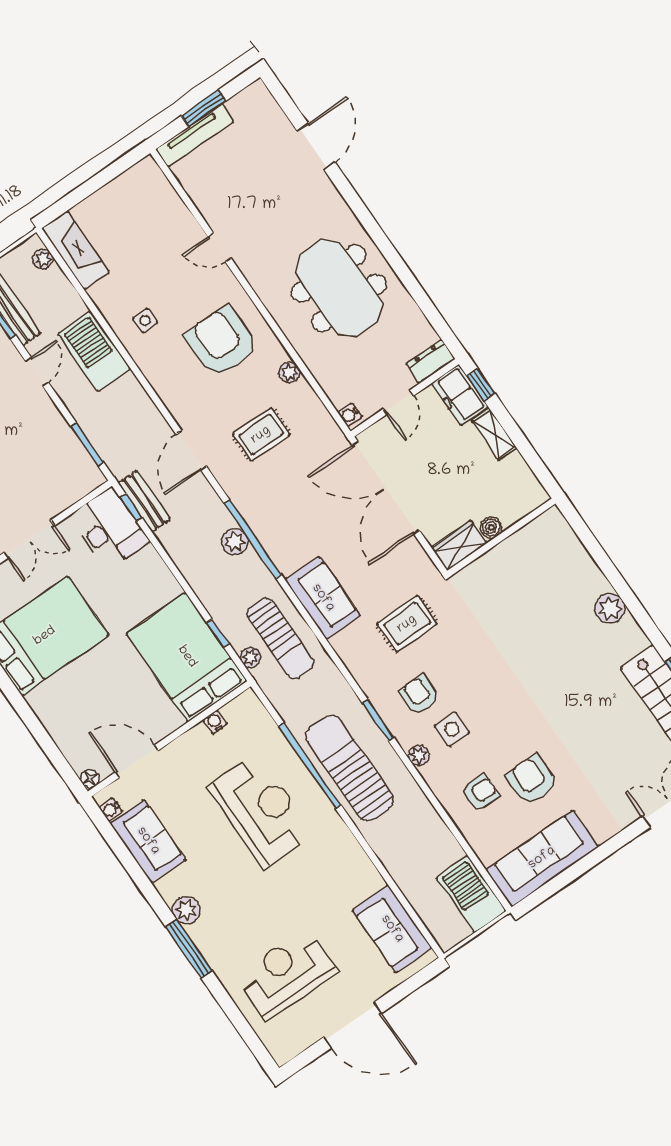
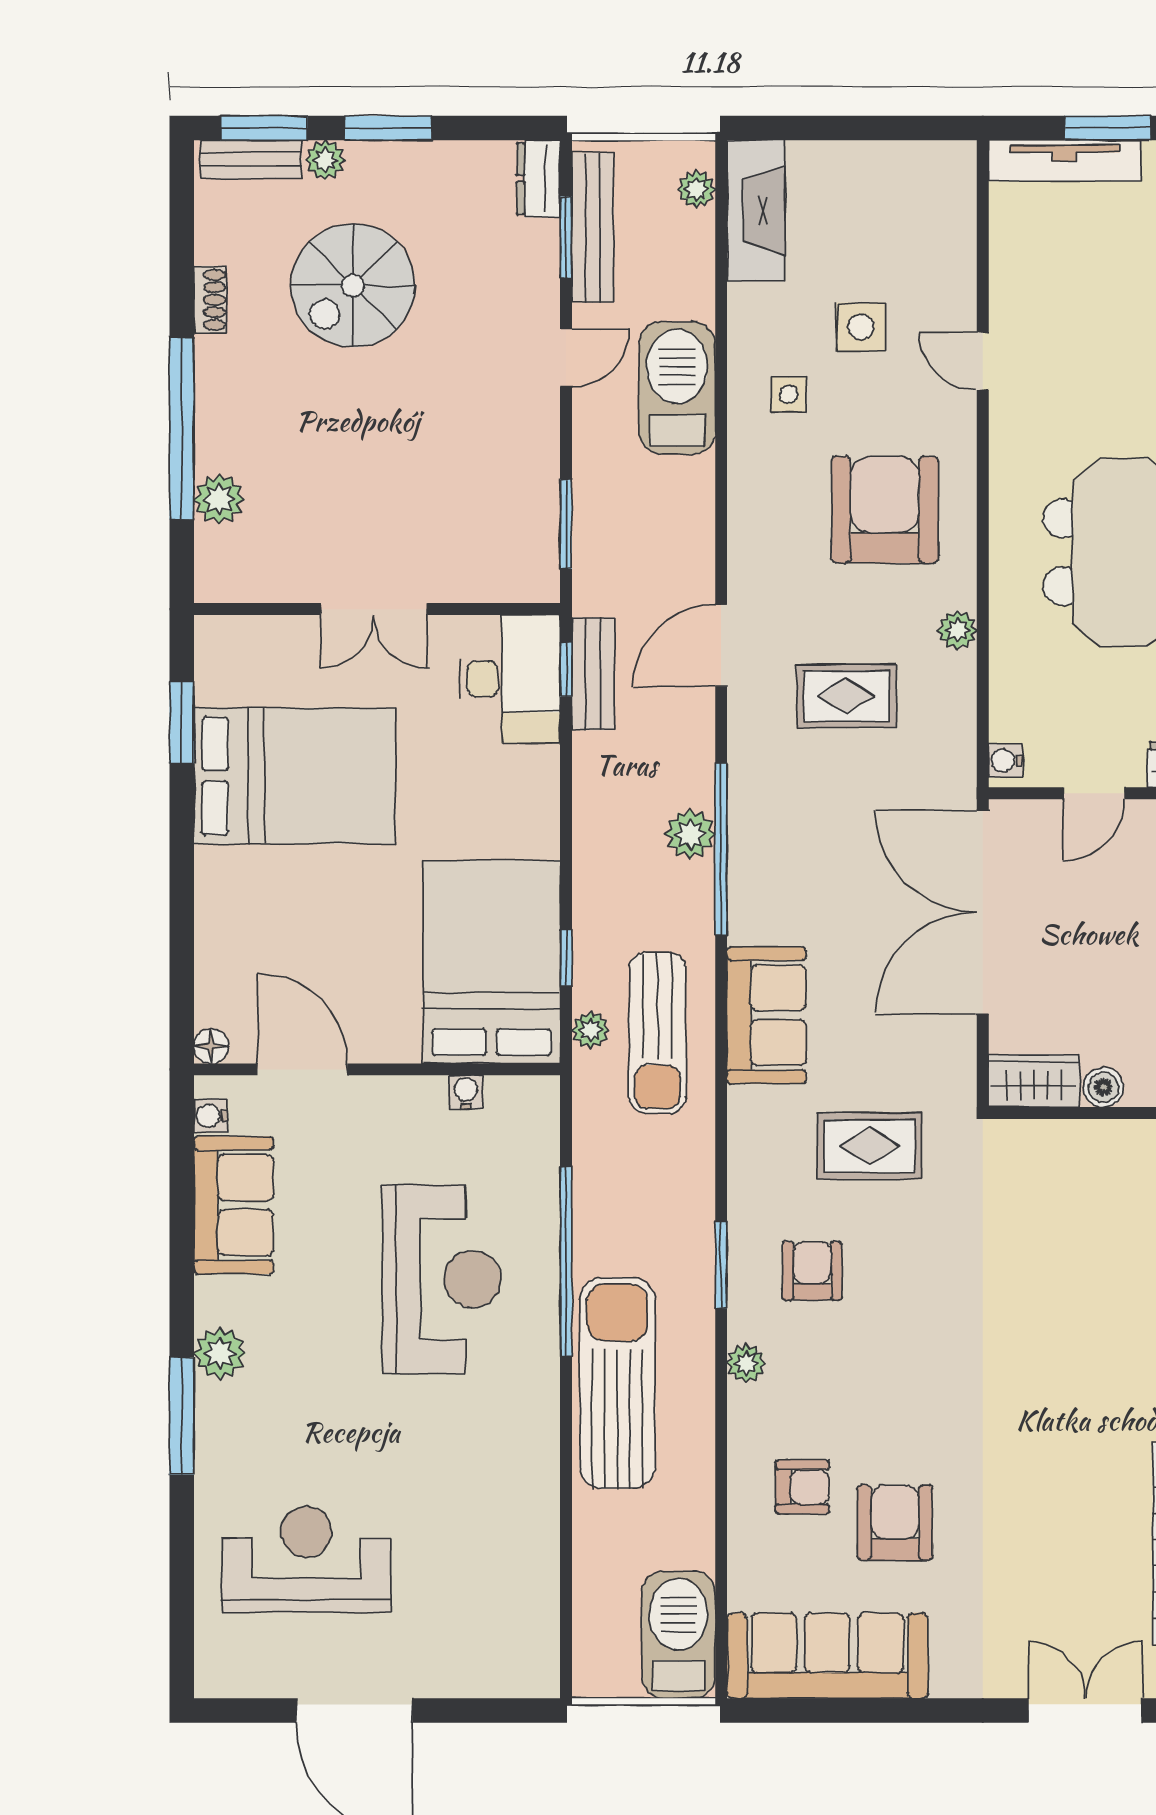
side table: (452, 729) -> (861, 327), moved
sun lounger: (349, 768) -> (617, 1383), moved
sofa: (392, 929) -> (518, 1604), removed

